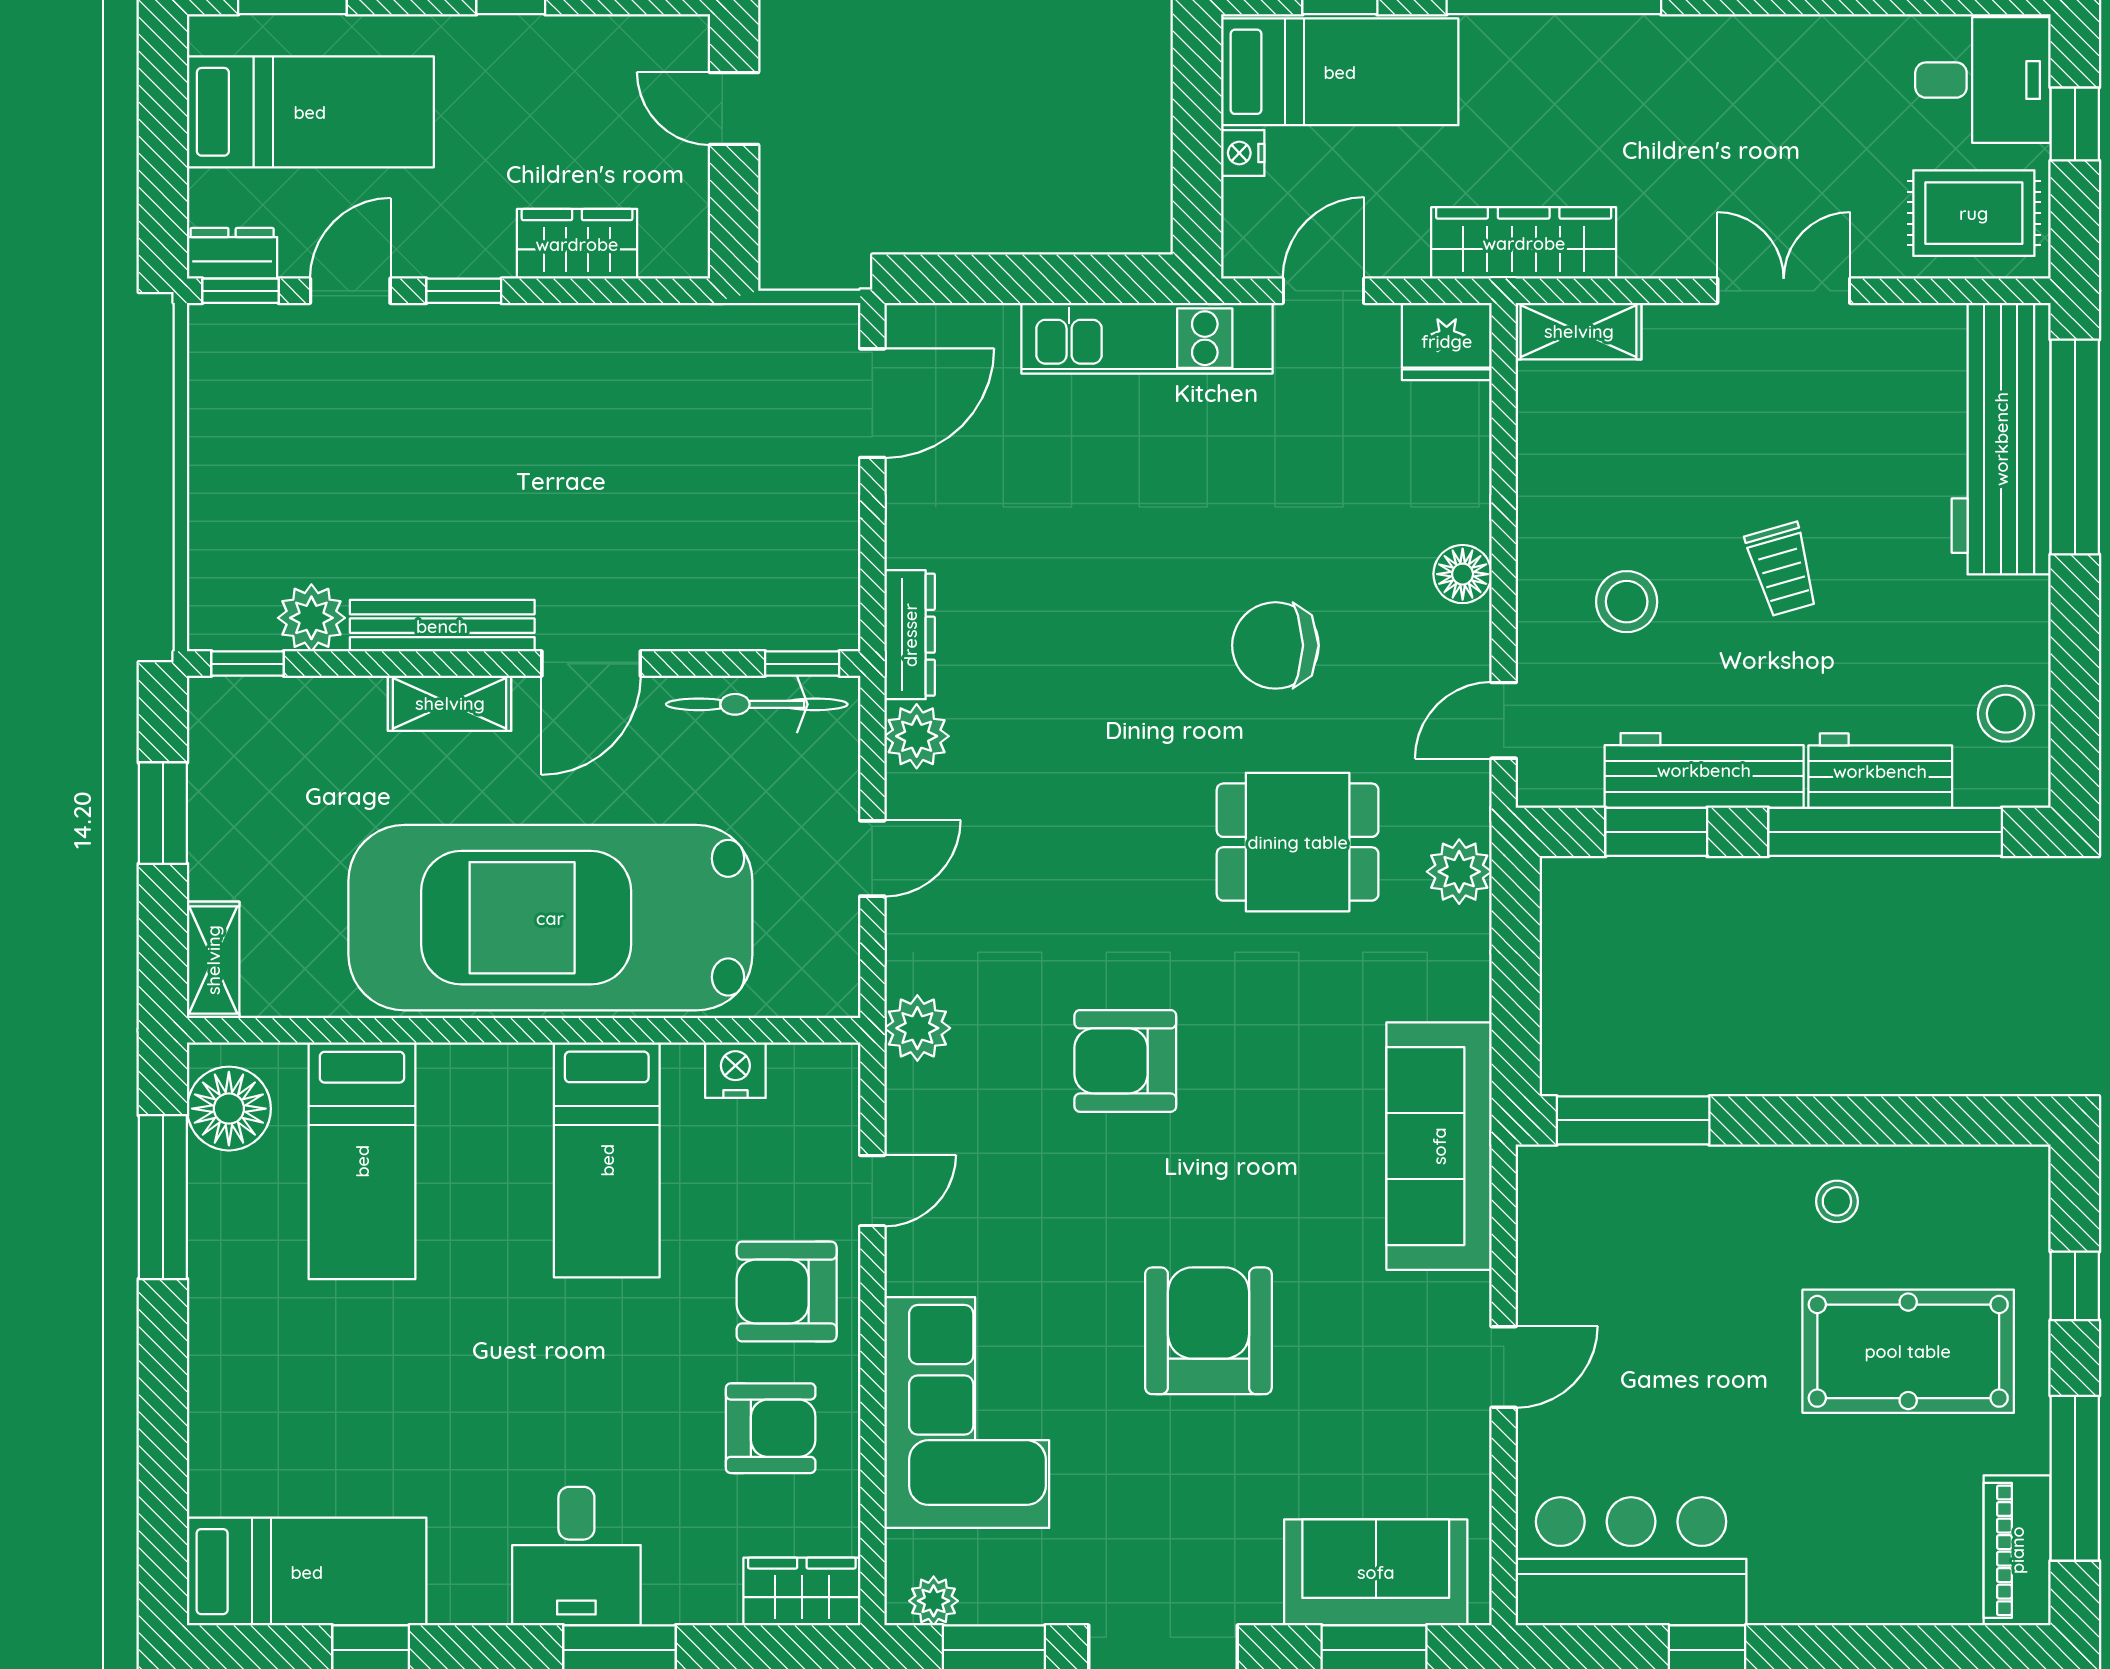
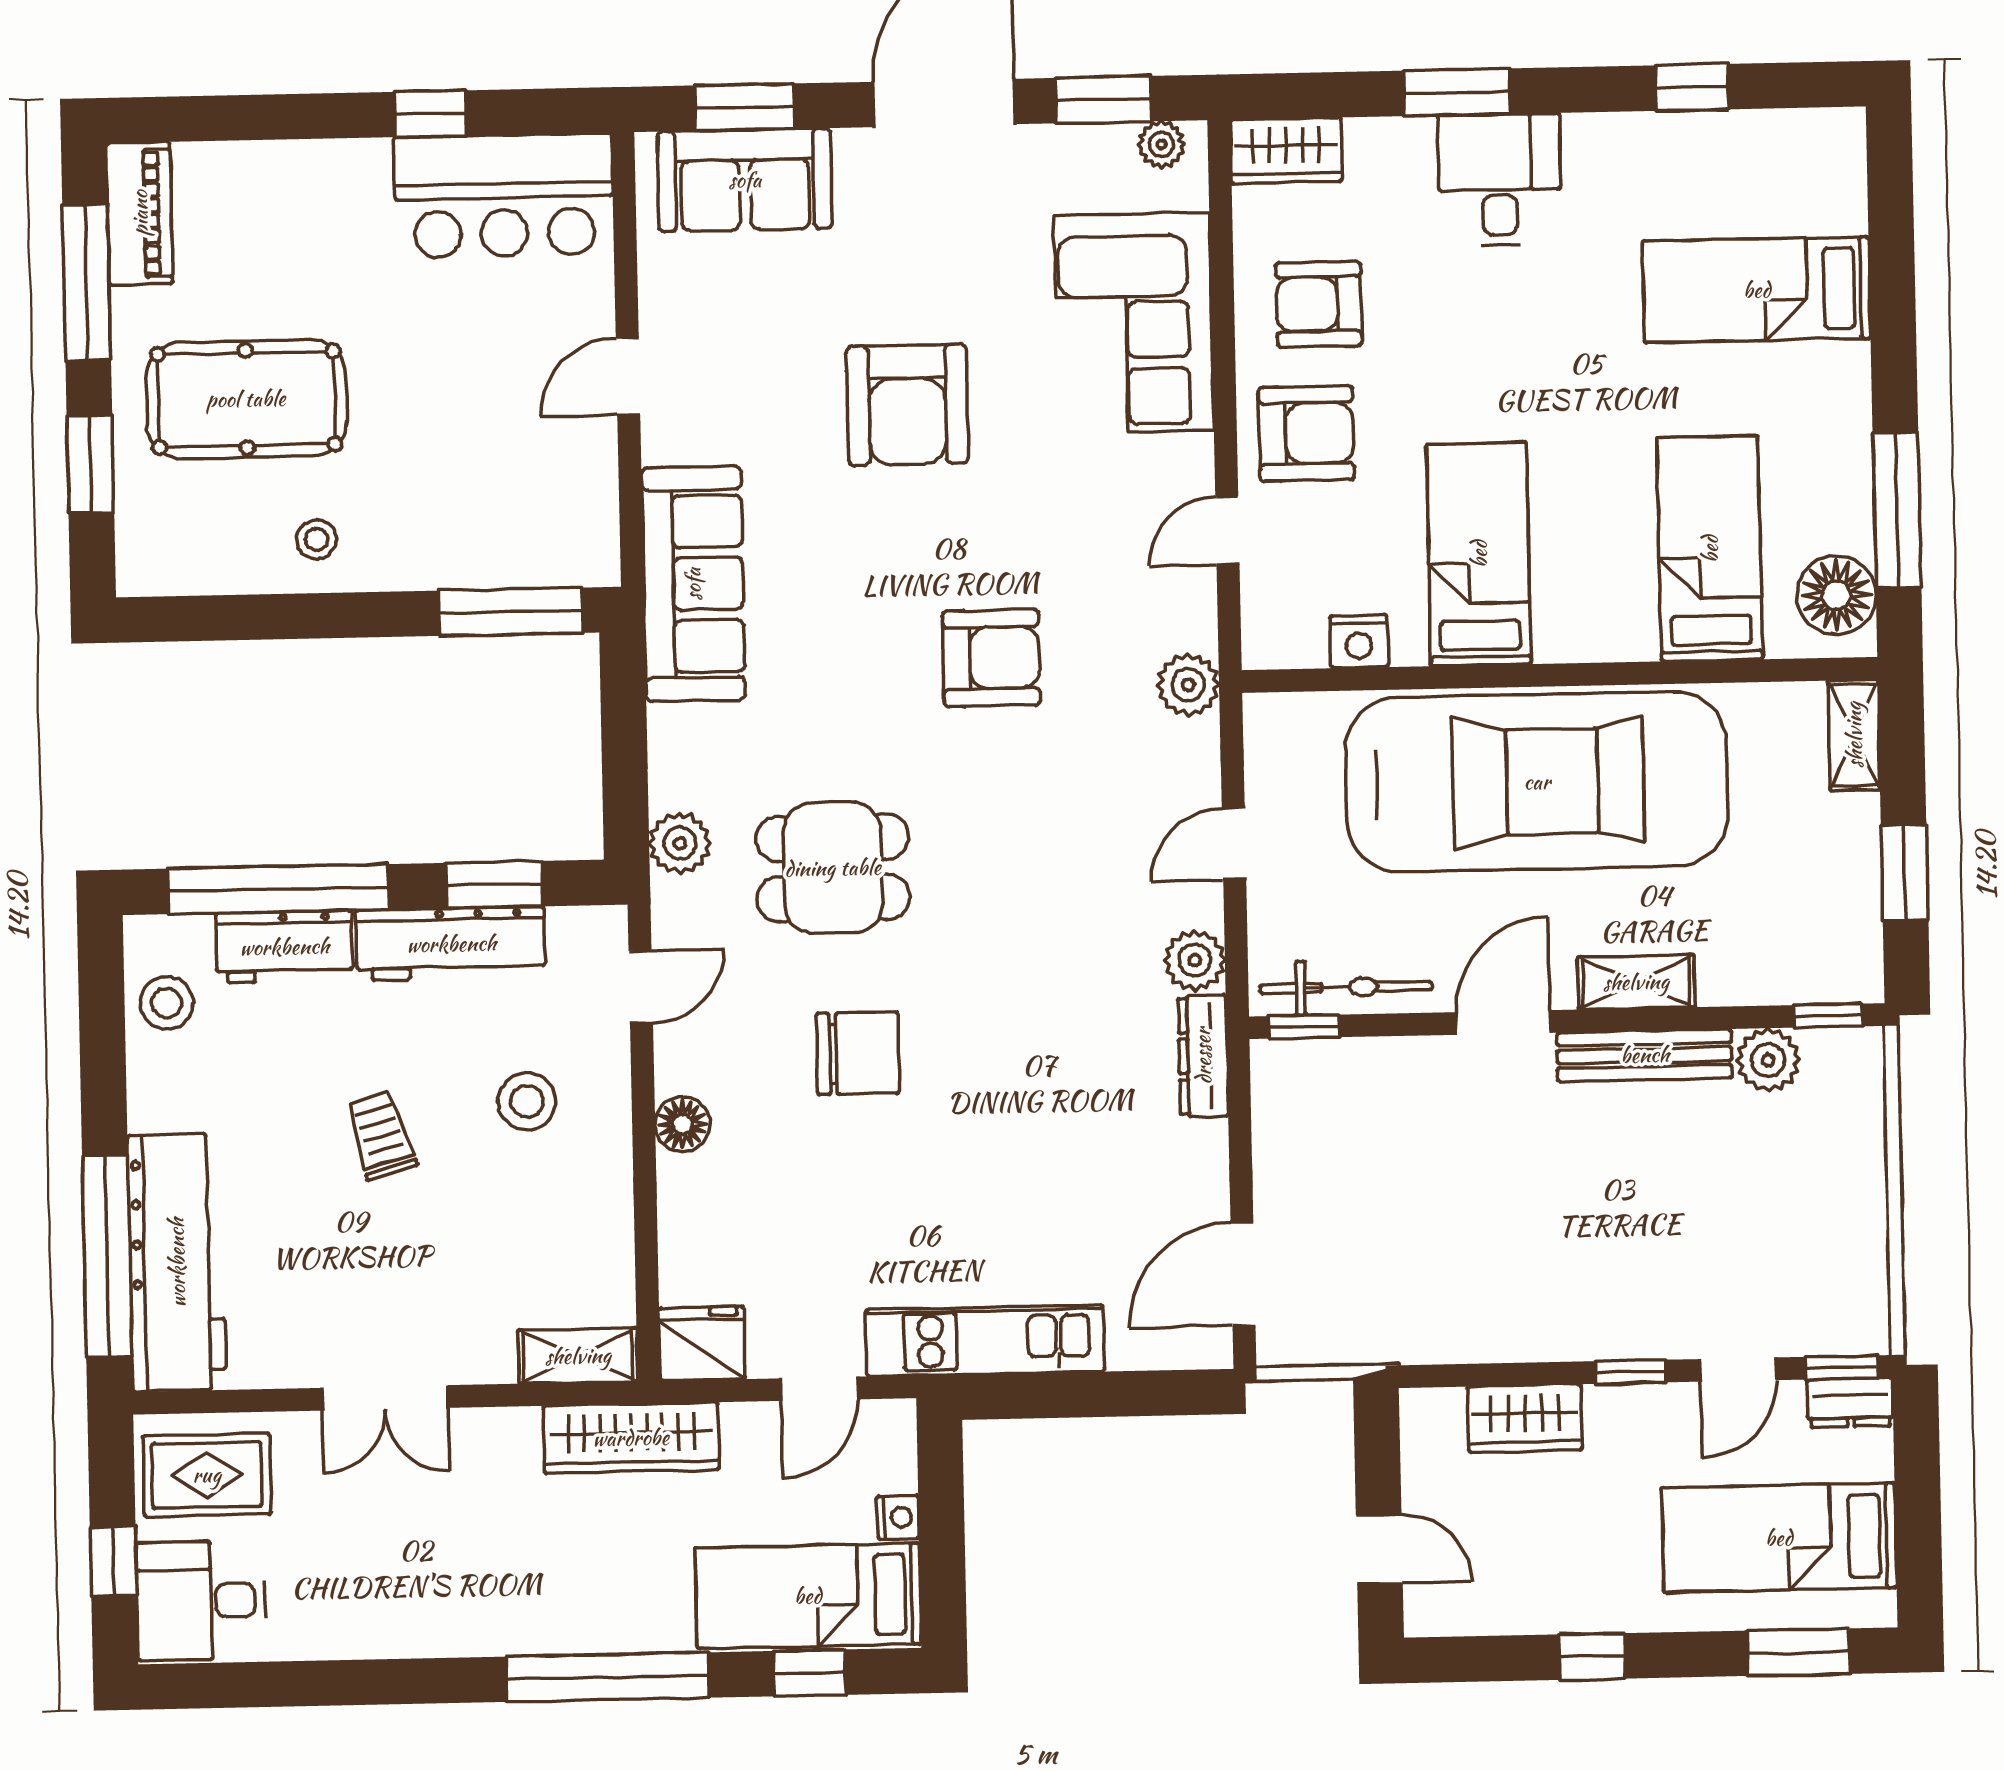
window: (2075, 1286) -> (90, 464), width x1.50
bed: (307, 1572) -> (1757, 290), moved

